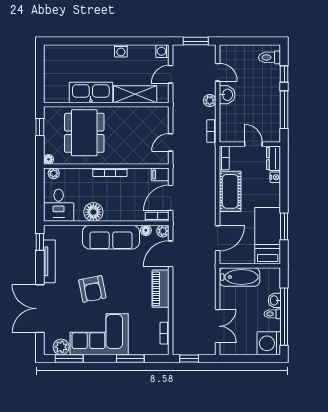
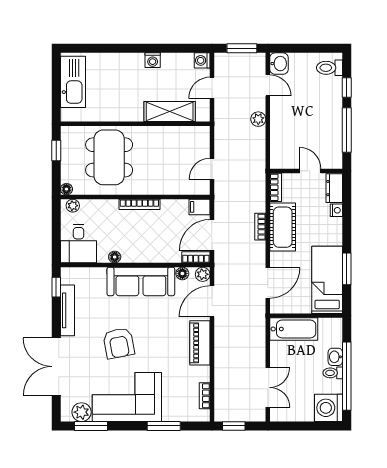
kitchen sink: (91, 92) -> (73, 82), moved, turned 90
washbasin: (227, 95) -> (279, 64), moved
bookcase: (211, 131) -> (260, 227), moved
floor lamp: (93, 212) -> (115, 257), width x0.53, depth x0.53

